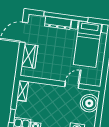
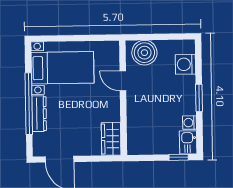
wardrobe: (30, 56) -> (111, 139), moved, turned -90
shelving: (23, 91) -> (141, 148), removed

